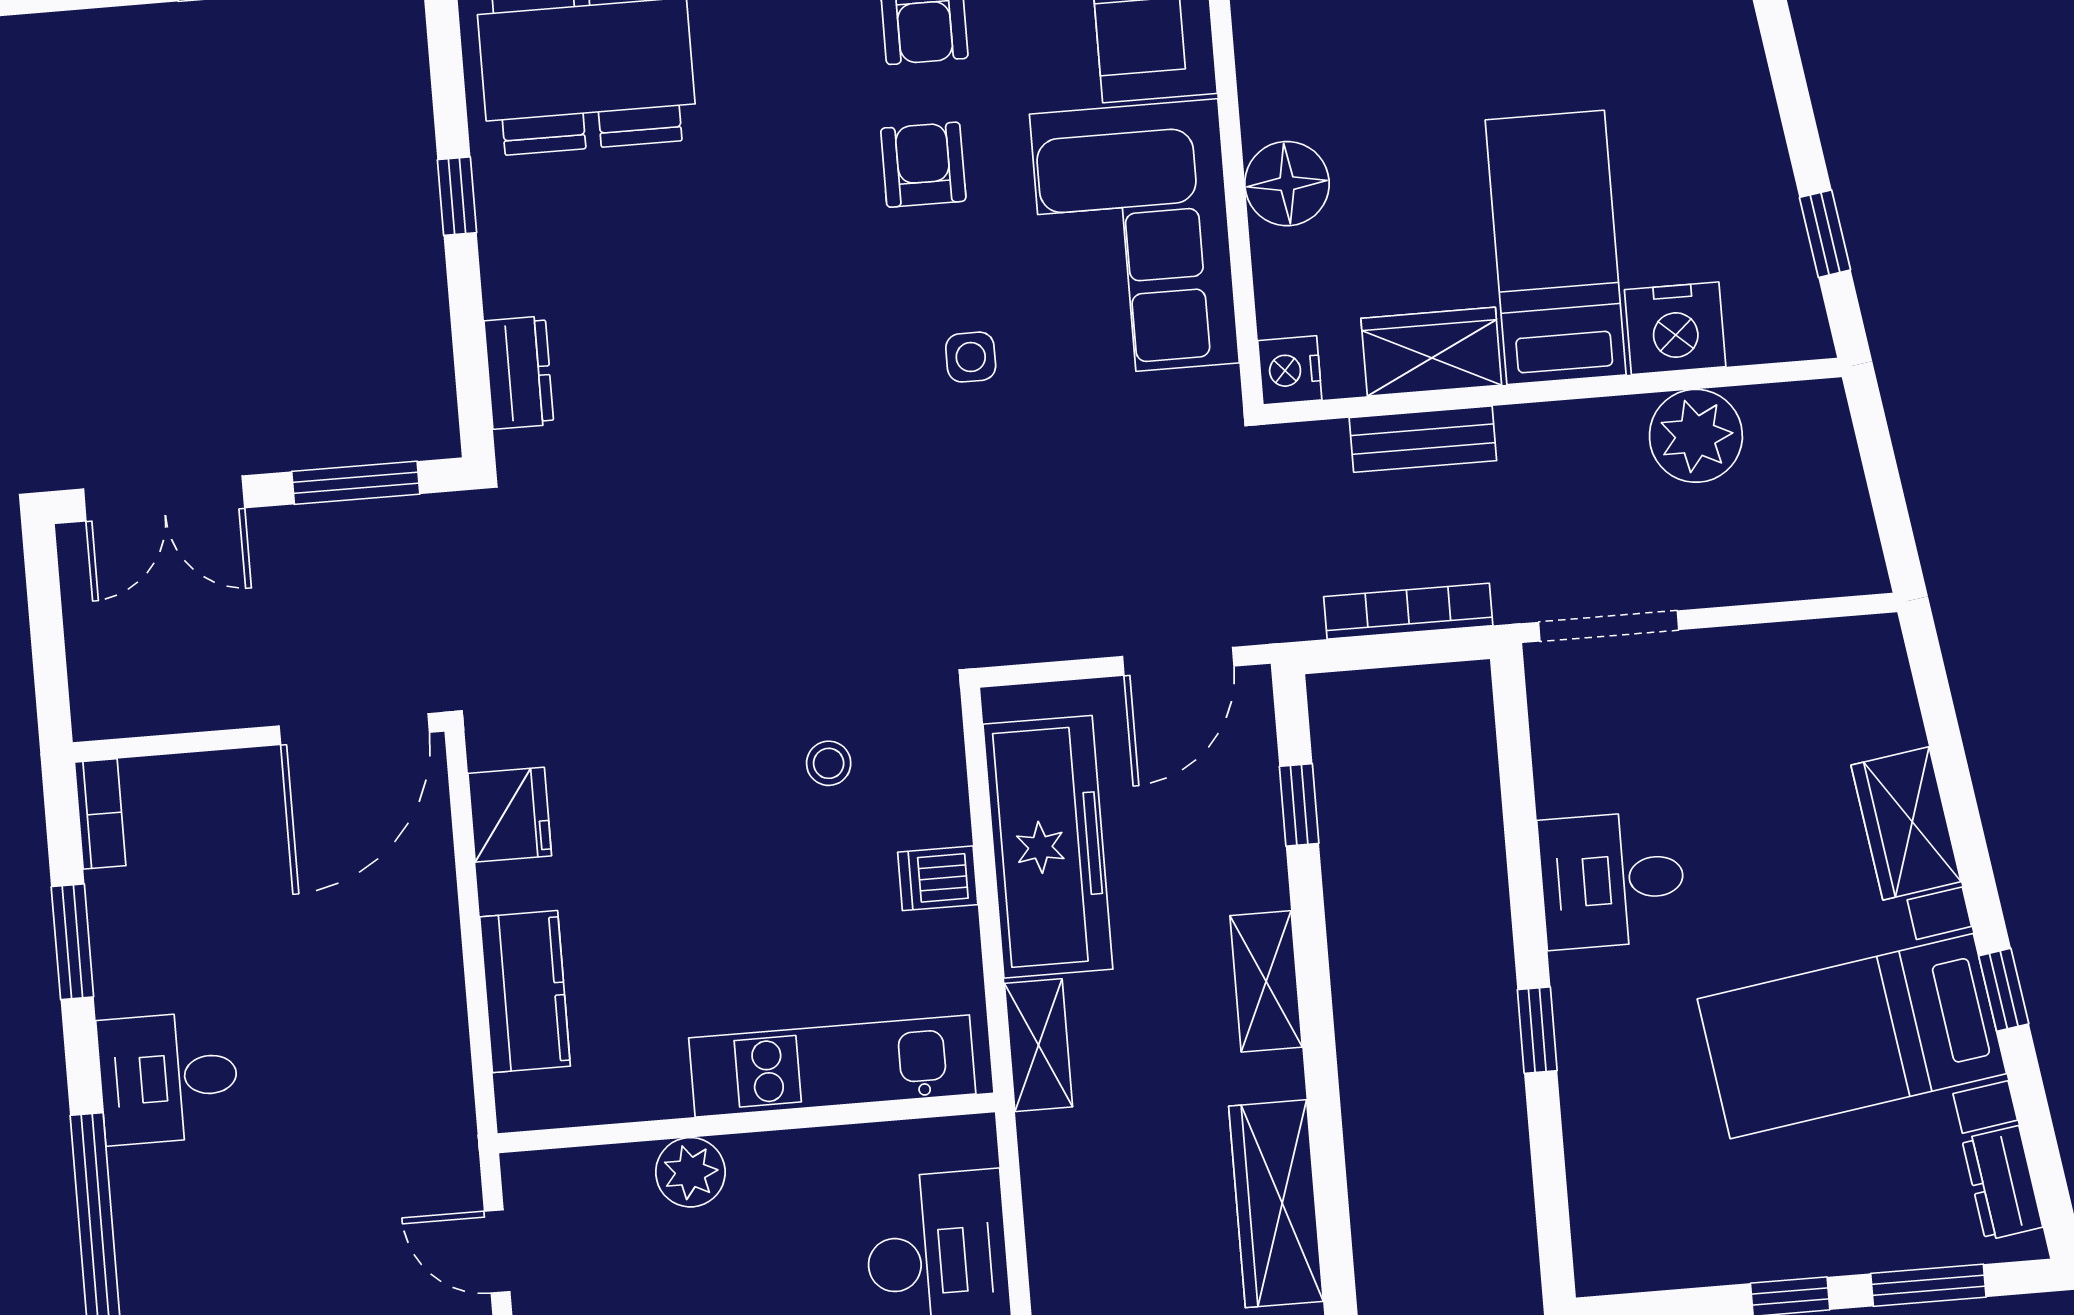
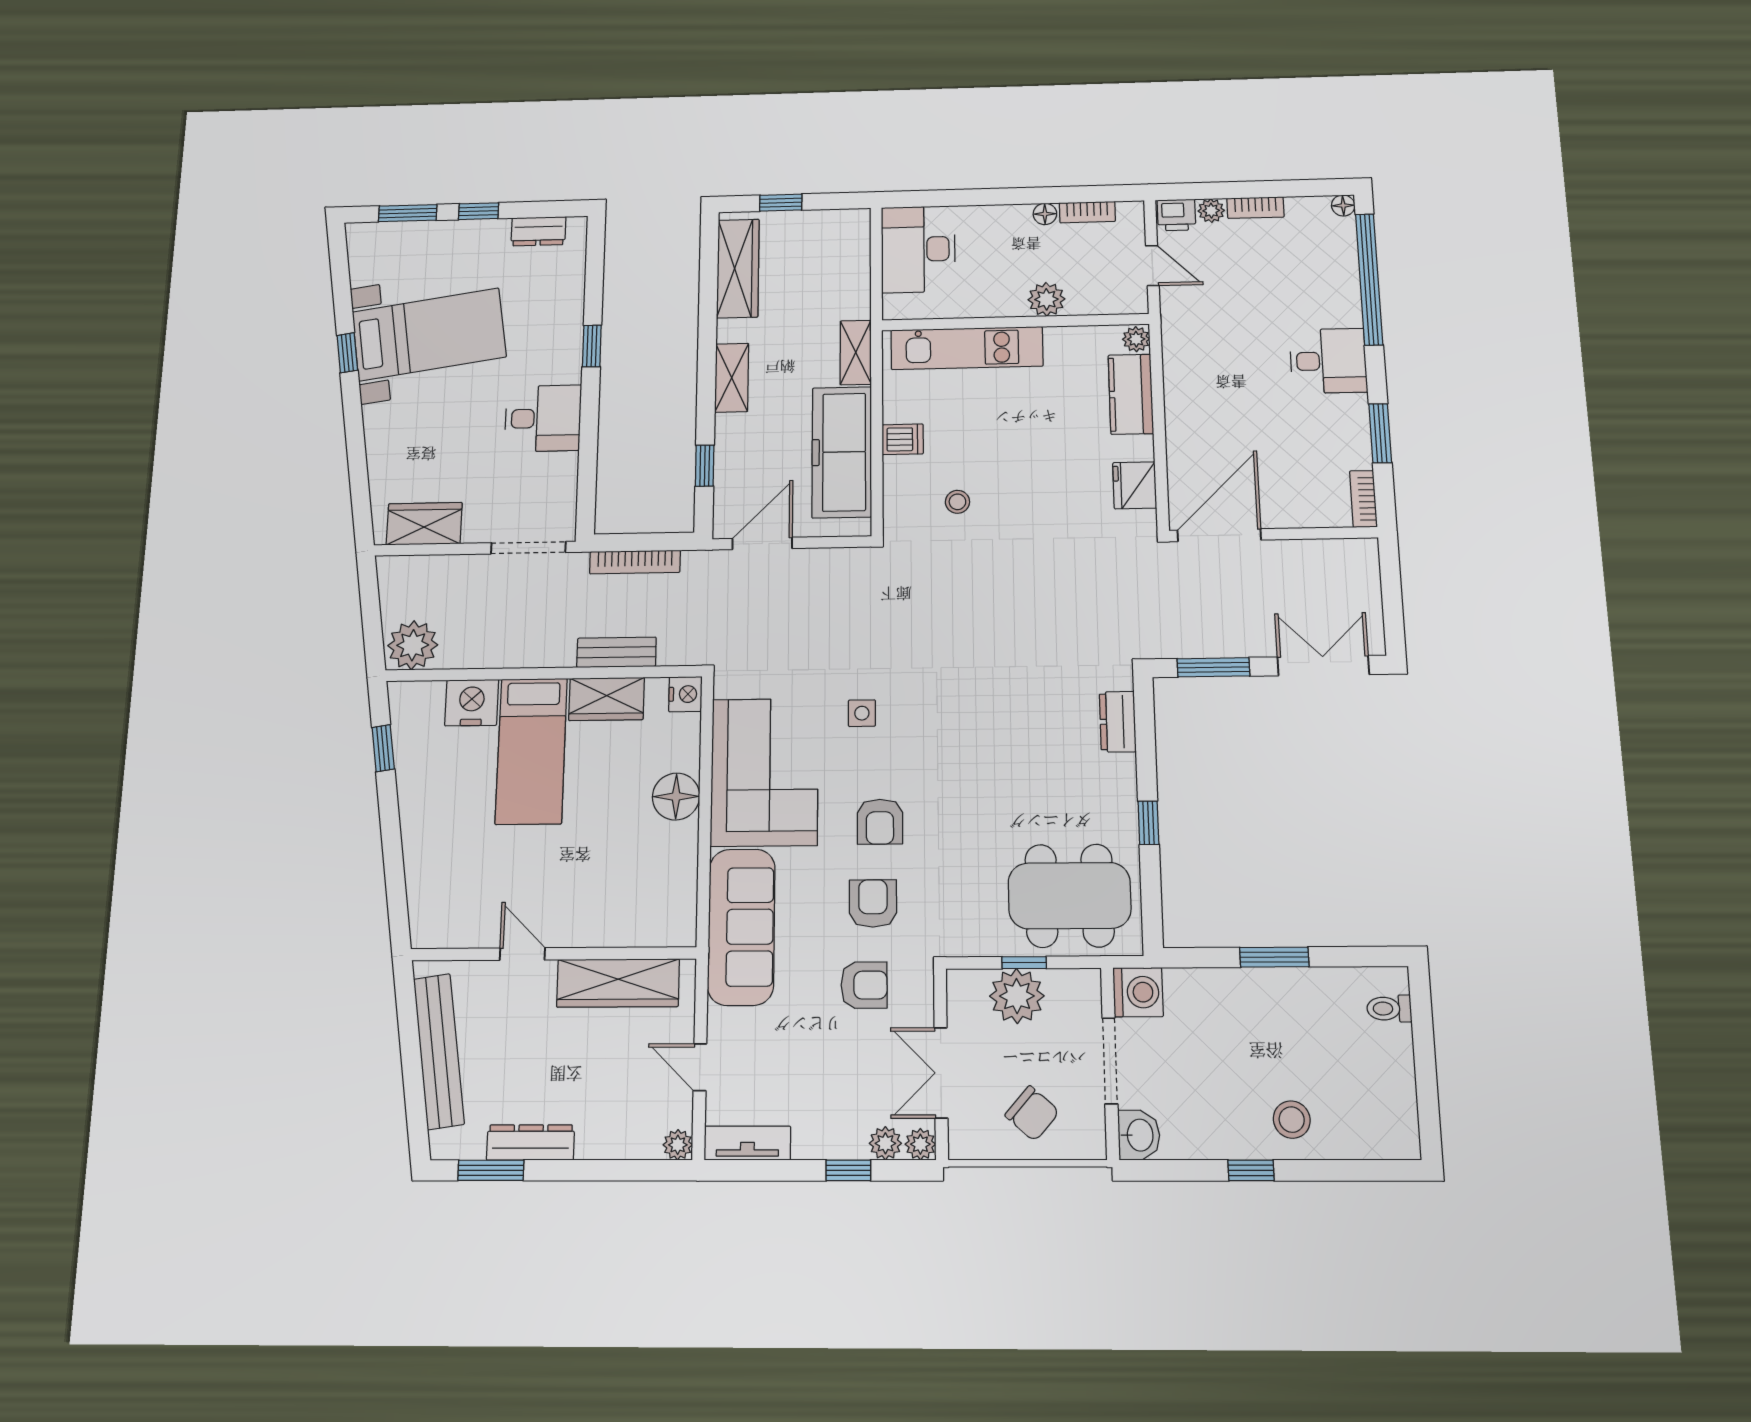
plant: (1696, 436) -> (413, 645), moved
wardrobe: (1906, 823) -> (424, 524), moved, turned -81
plant: (520, 1101) -> (1136, 339), added
dresser: (2002, 1183) -> (538, 231), moved, turned 99

